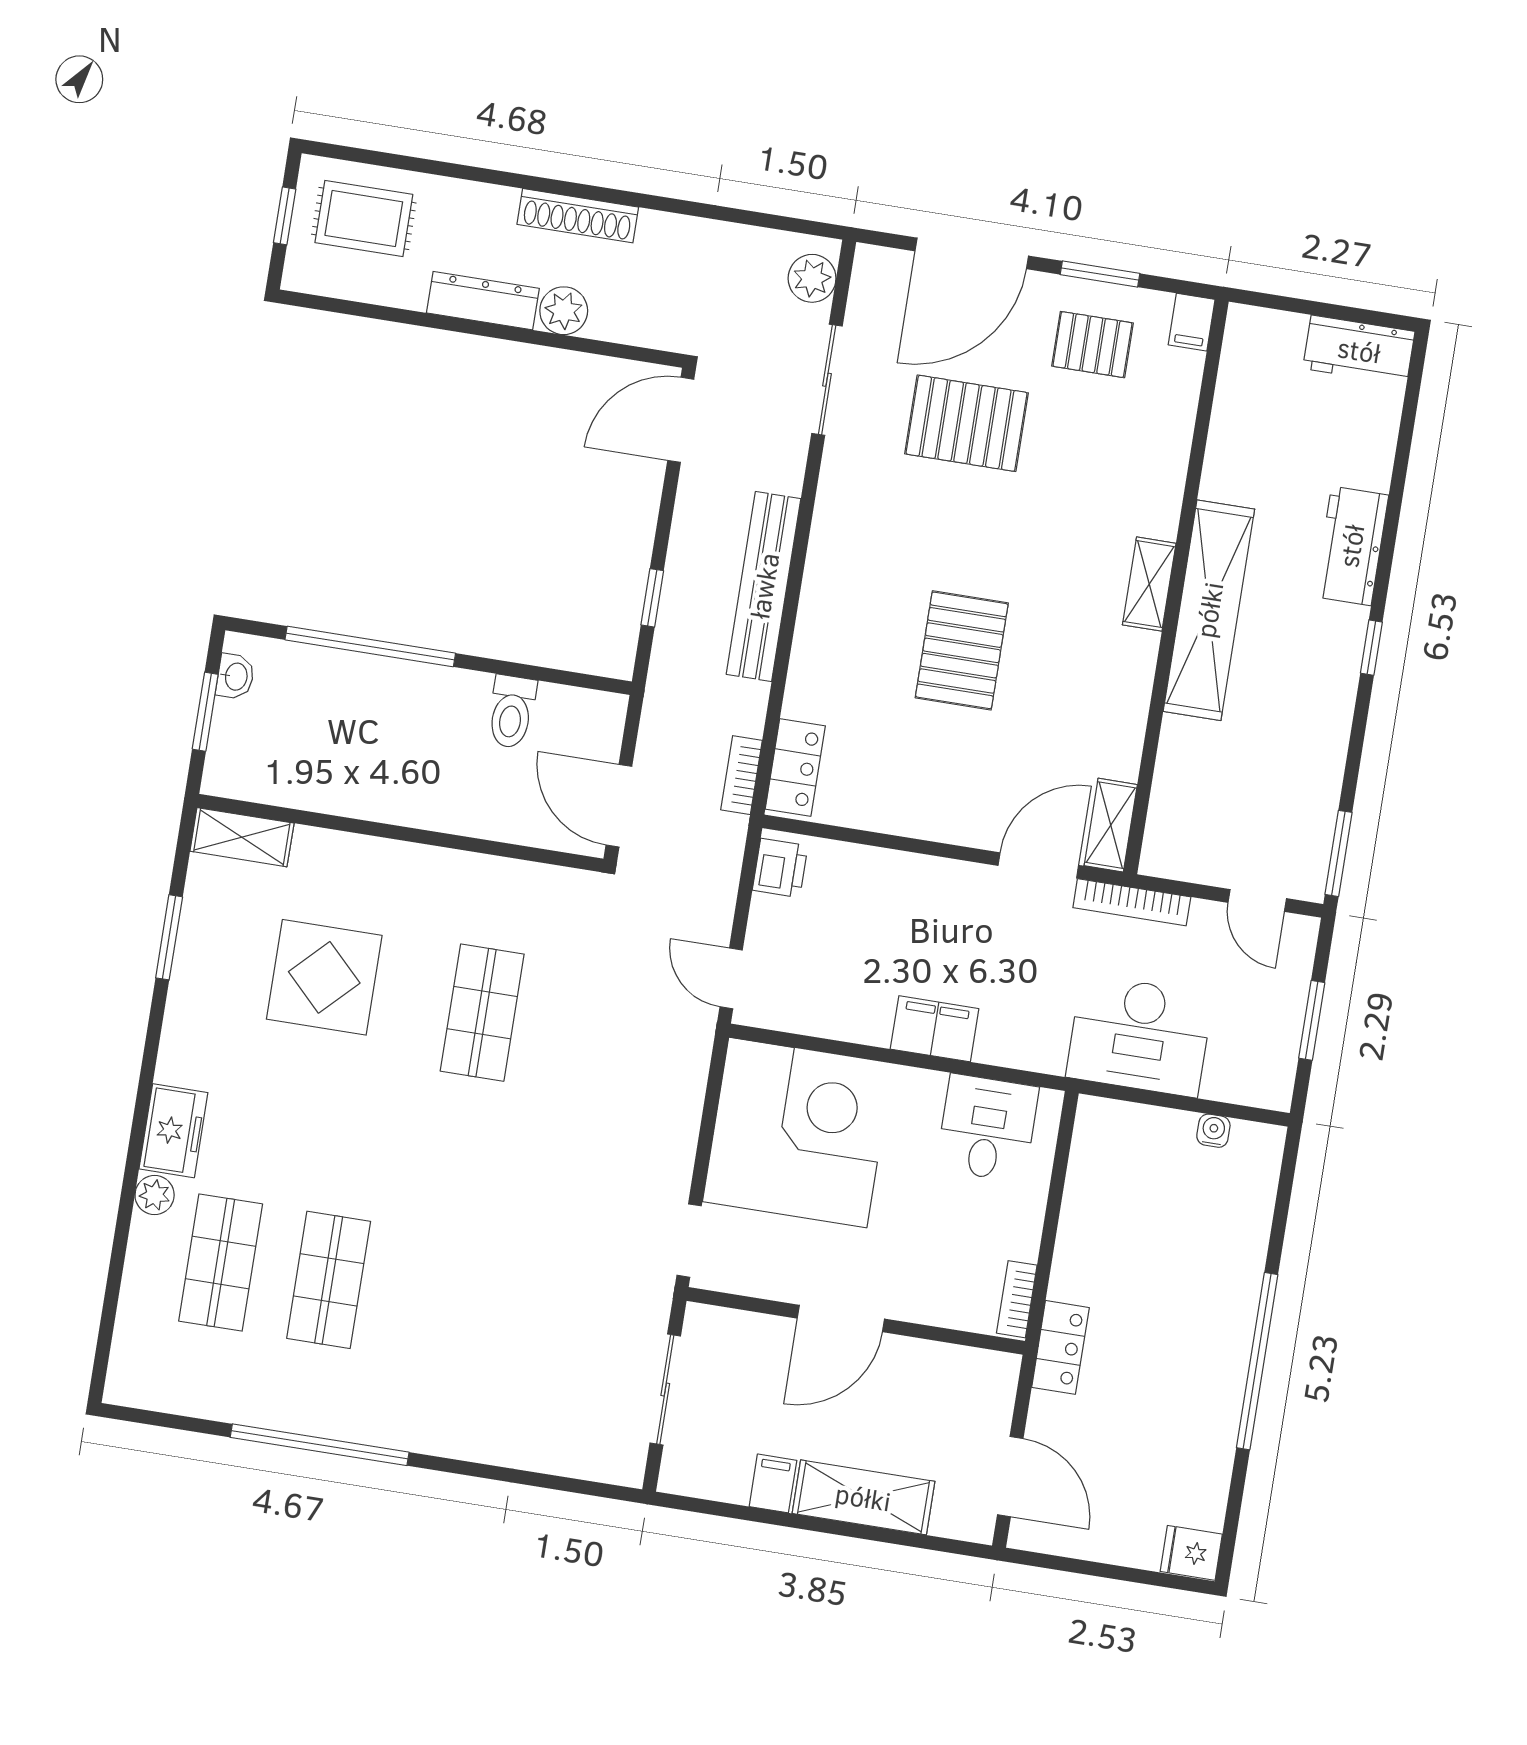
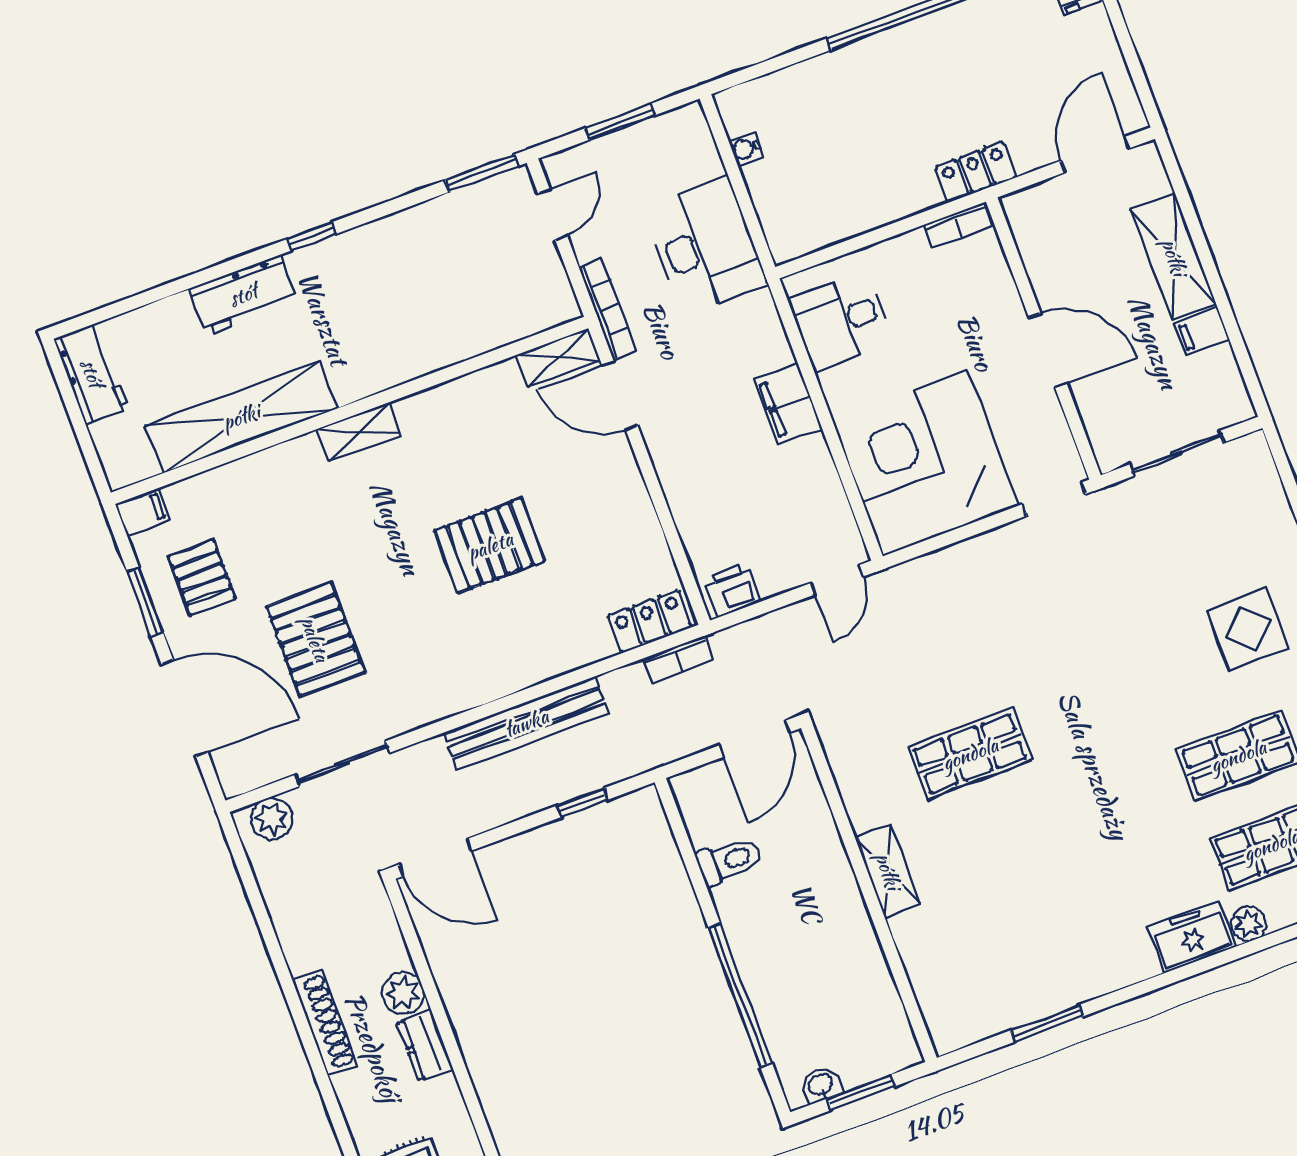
dresser: (483, 301) -> (425, 1045), width x0.70
shelving: (1209, 610) -> (241, 417), moved
shelving: (242, 837) -> (888, 871), moved
display table: (324, 977) -> (1248, 629), moved, width x0.73, depth x0.73

